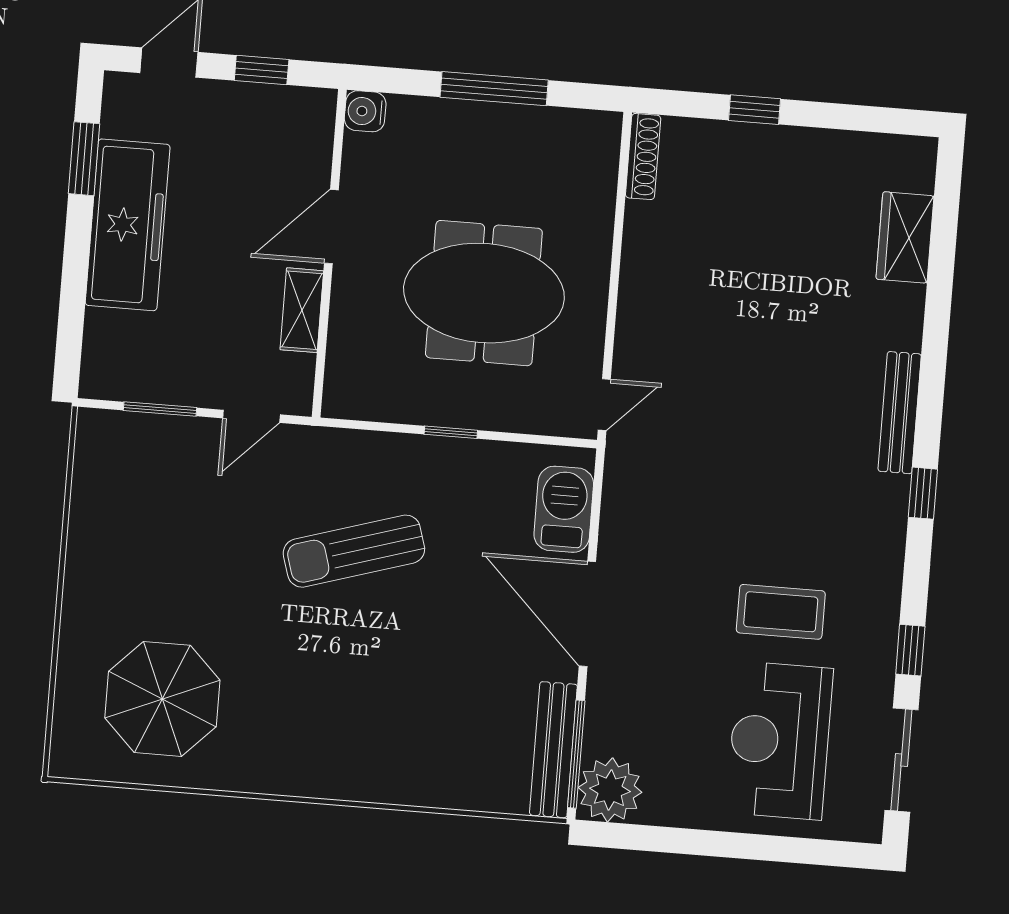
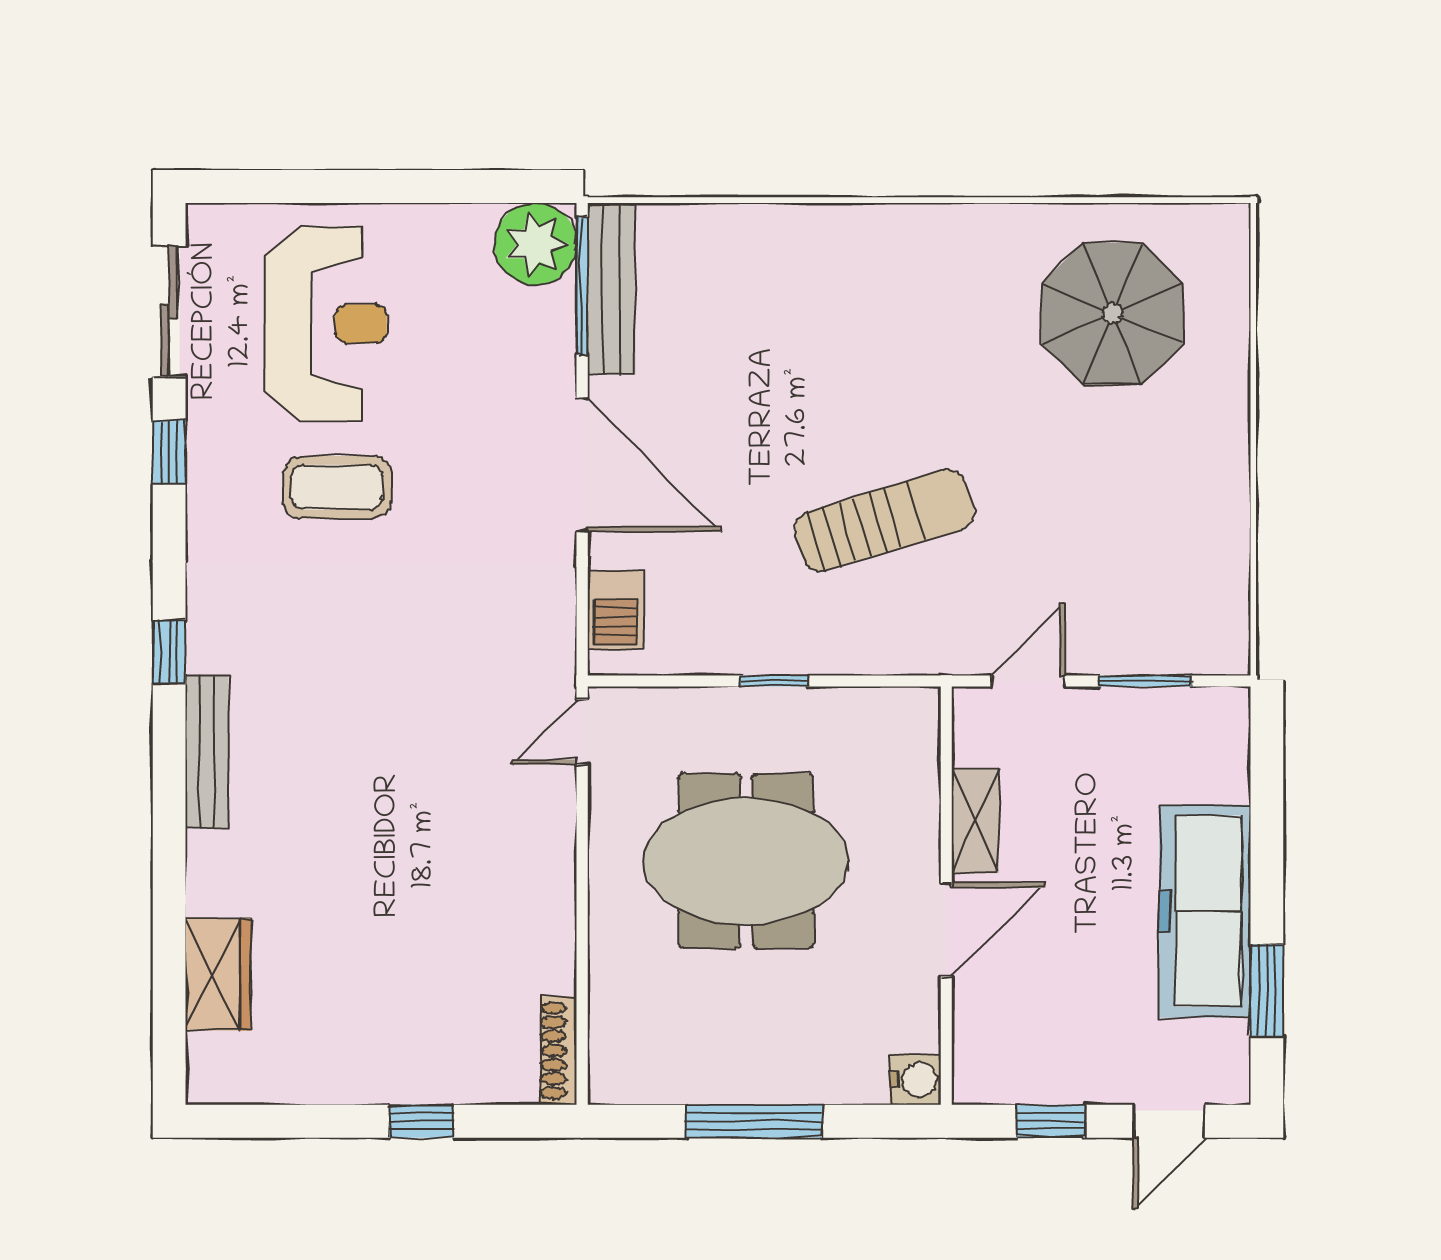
barbecue: (564, 509) -> (615, 610), width x0.73, depth x0.79

